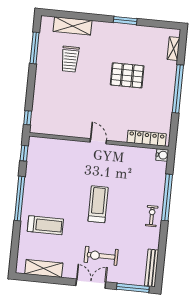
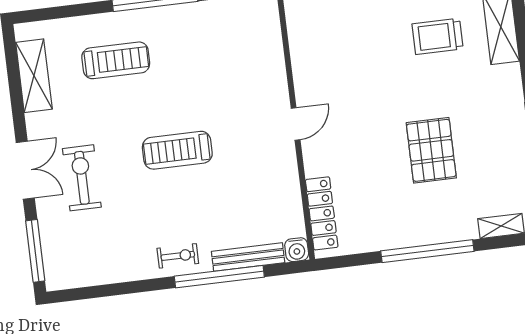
treadmill: (98, 204) -> (177, 150), turned 180
treadmill: (45, 225) -> (116, 60), turned -90
bench: (152, 268) -> (248, 257), moved

